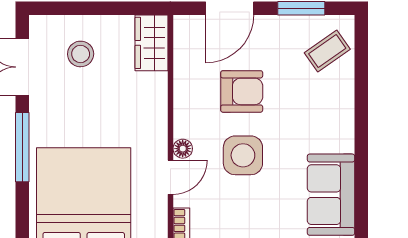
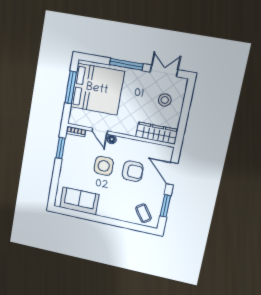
wardrobe: (151, 43) -> (157, 133), width x1.50
armchair: (242, 91) -> (133, 171), turned -90

